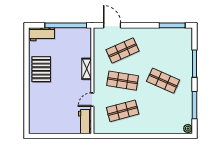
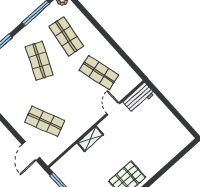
shop shelf: (123, 81) -> (66, 36), moved
door: (92, 100) -> (113, 109), swing flipped

